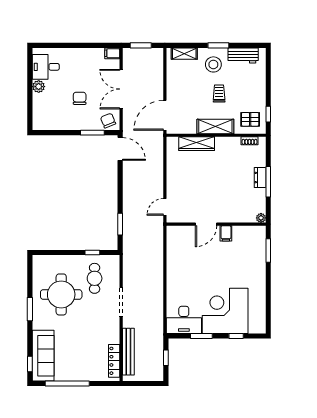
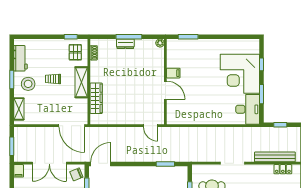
locker: (114, 361) -> (283, 169), width x0.66

